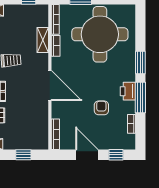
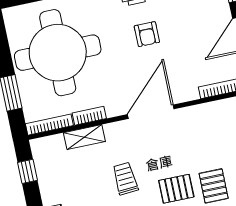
armchair: (101, 108) -> (147, 34), moved, turned -90

